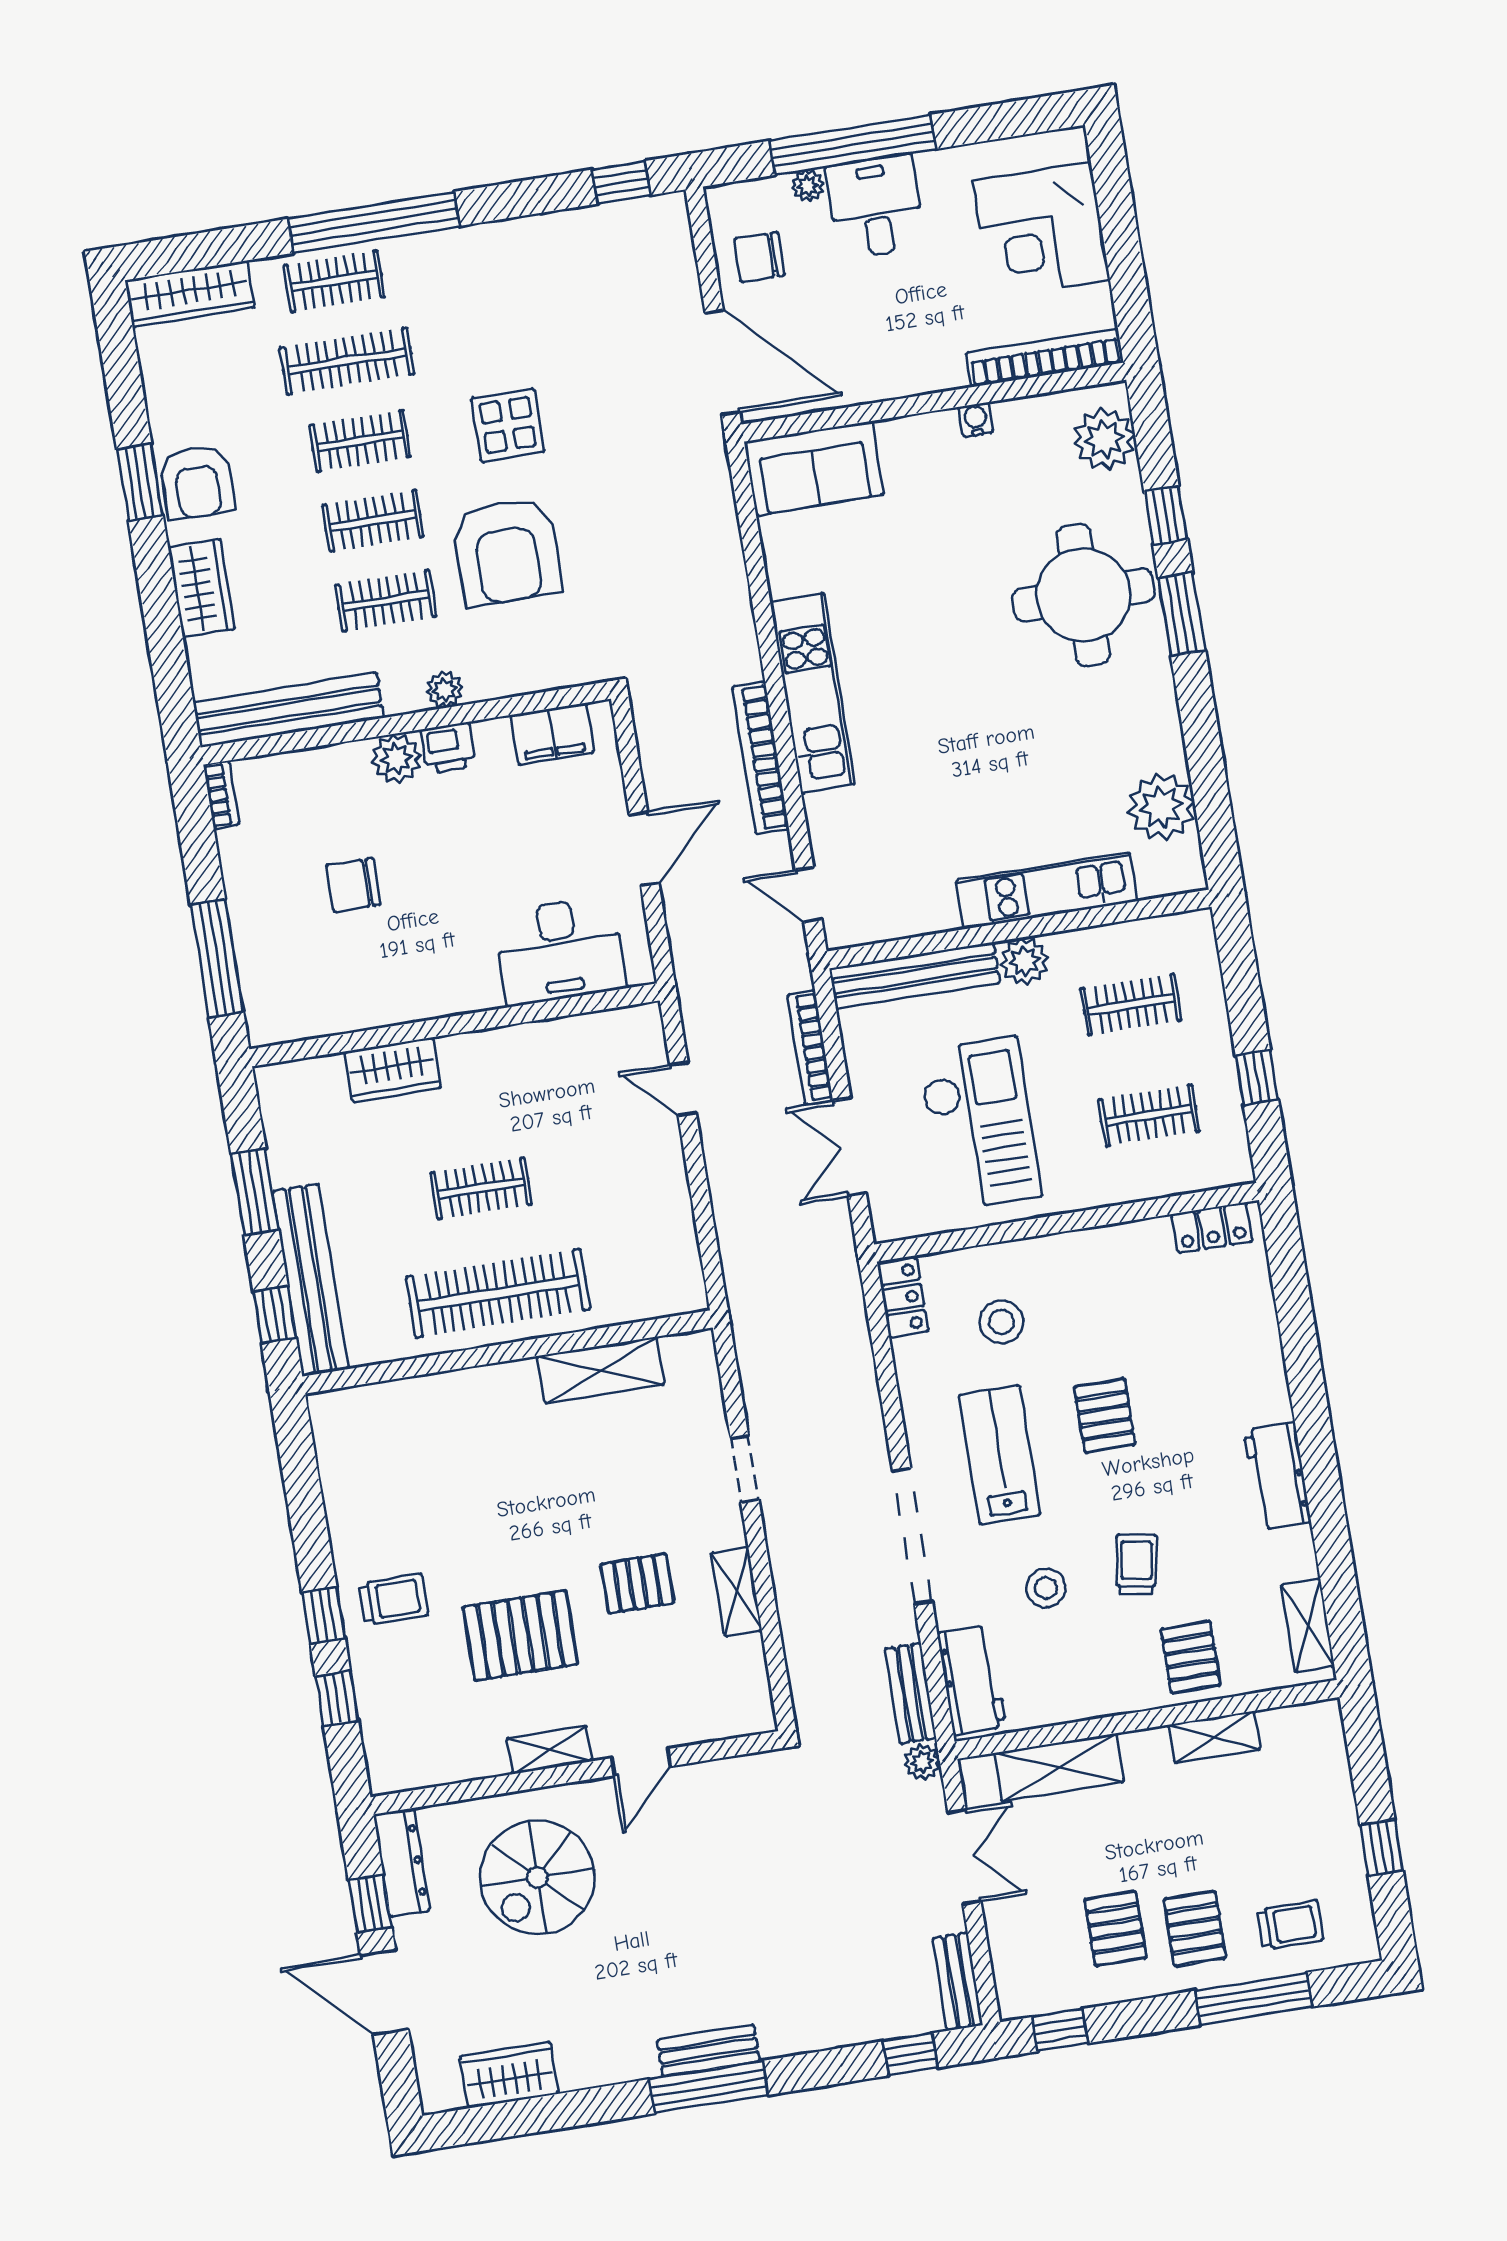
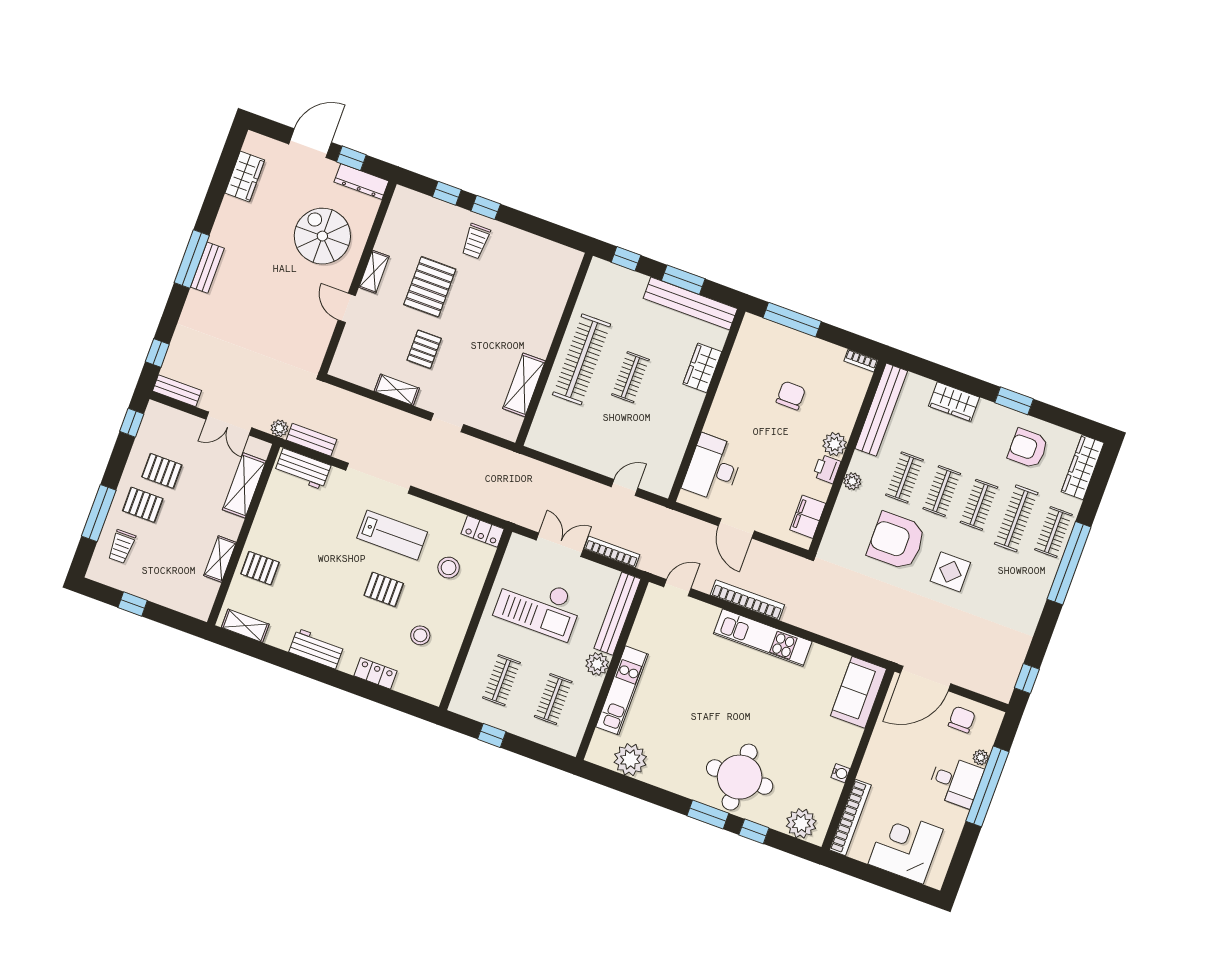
armchair: (197, 482) -> (1028, 448), moved
locker: (1212, 1228) -> (375, 673), moved, turned 90
bench: (310, 1280) -> (690, 304), moved
trolley: (1136, 1564) -> (312, 567), removed
stool: (1046, 1588) -> (420, 635), moved

